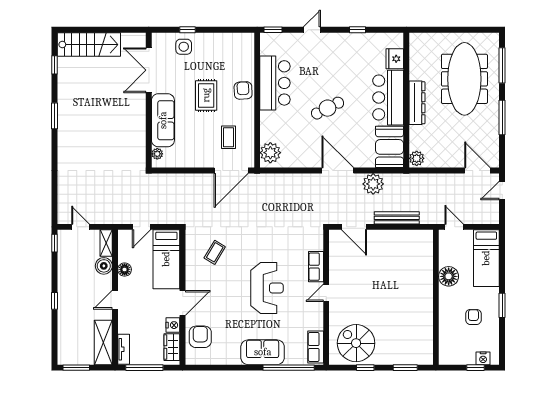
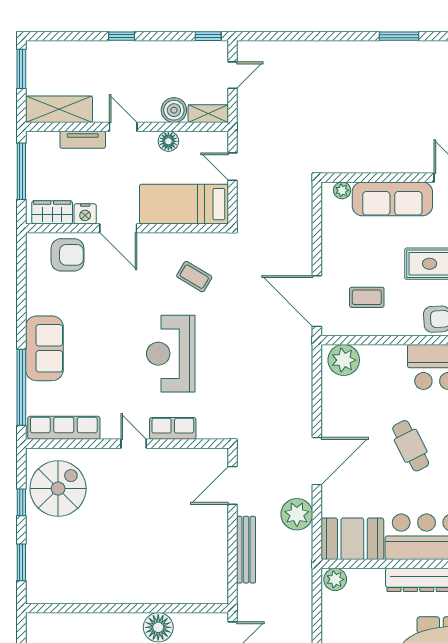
reception desk: (267, 288) -> (171, 354), moved, turned 90
row of seats: (316, 347) -> (64, 428), width x1.48
tv unit: (124, 349) -> (83, 140), moved

